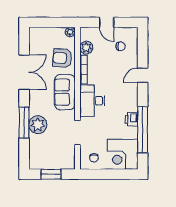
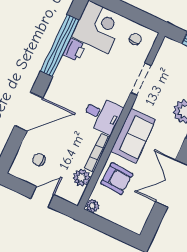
door: (107, 22) -> (42, 197), hinge flipped
door: (143, 75) -> (29, 112), width x1.88
desk: (92, 101) -> (102, 115), width x0.73
printer: (132, 119) -> (74, 50), moved

